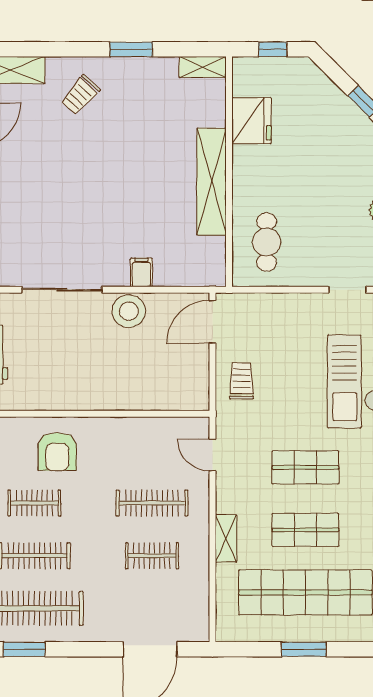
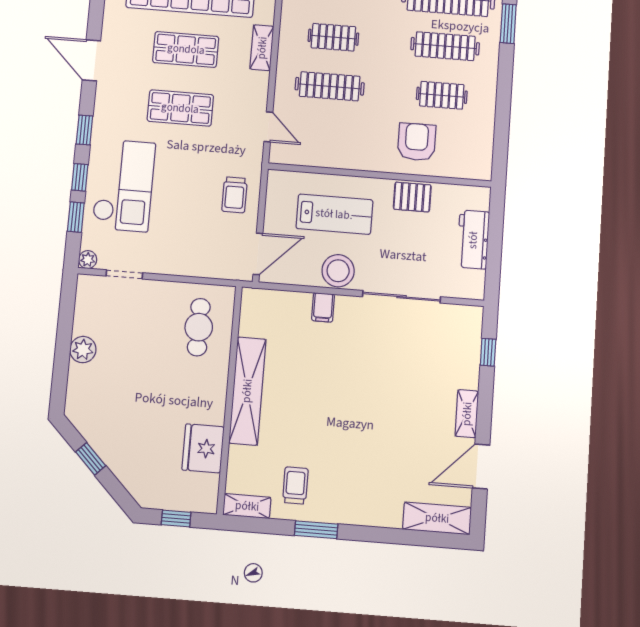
trolley: (80, 95) -> (295, 485), moved, turned -42
lab bench: (137, 369) -> (334, 214), added
pallet: (58, 394) -> (412, 197), added

